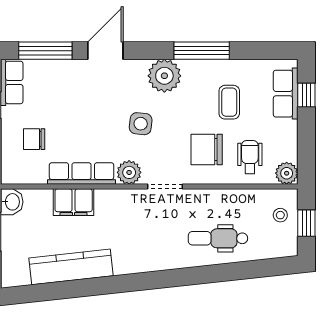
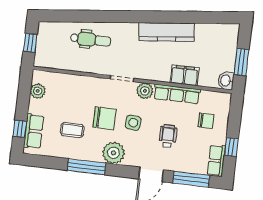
coffee table: (229, 102) -> (72, 130), turned 90
chair: (207, 150) -> (105, 118), moved
wheelchair: (250, 157) -> (168, 136), moved, turned 180
plant: (287, 173) -> (38, 91), moved
stool: (280, 215) -> (47, 50), removed
kitchen counter: (71, 267) -> (166, 32), moved

